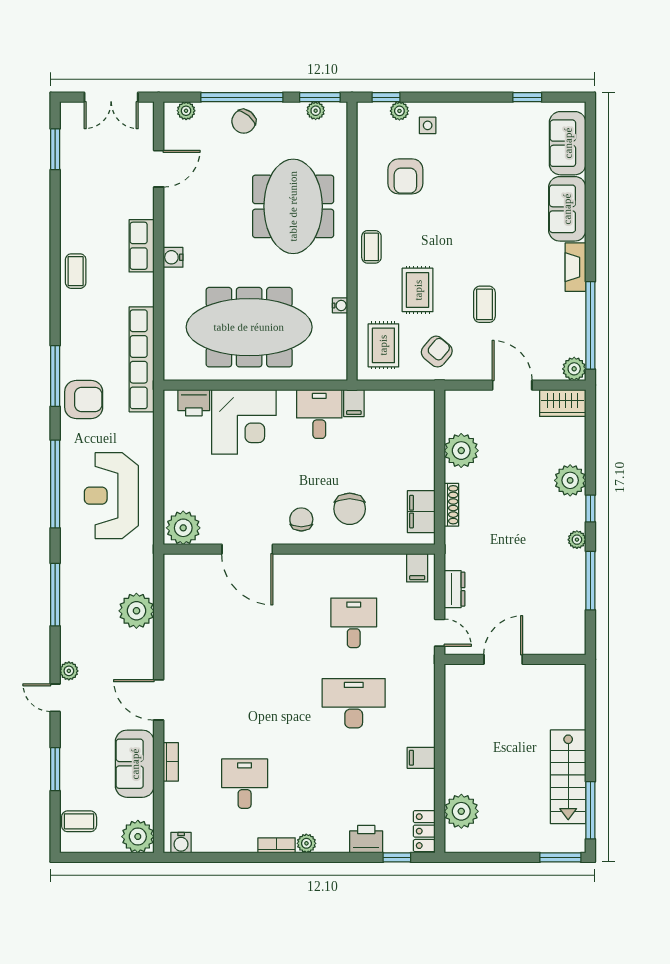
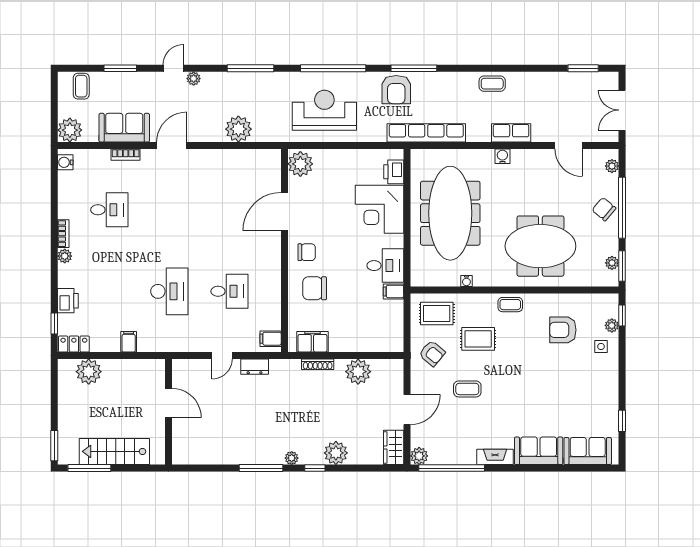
door: (503, 659) -> (169, 403), moved
wall: (515, 659) -> (169, 412), moved

